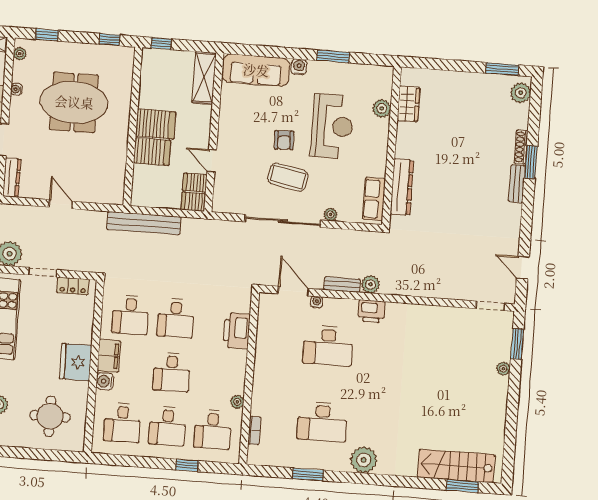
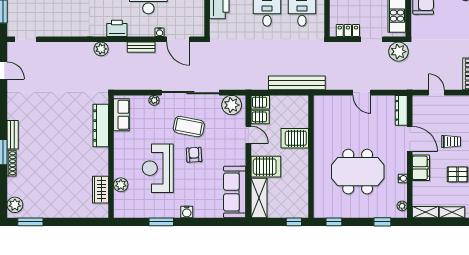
sofa: (256, 70) -> (235, 192), moved, turned -90
server rack: (156, 124) -> (266, 167), moved, turned 180
plant: (231, 201) -> (232, 105), added
plant: (371, 284) -> (101, 49), moved

